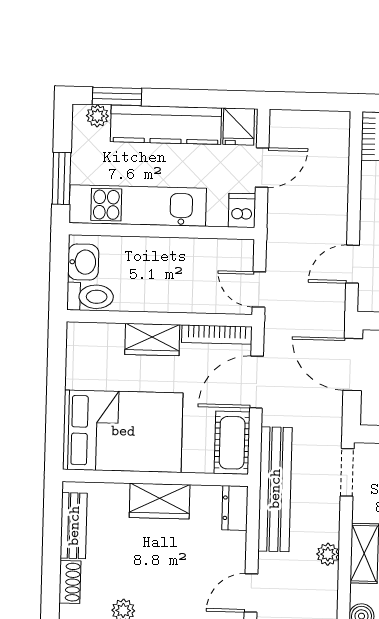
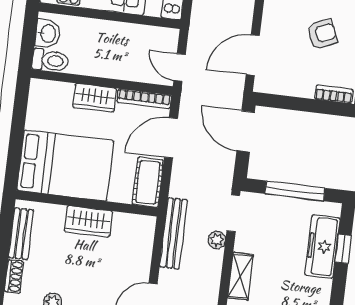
door: (353, 264) -> (253, 55), width x1.37
bench: (275, 489) -> (174, 233), width x0.73, depth x0.82
dresser: (235, 508) -> (145, 232), removed
plant: (328, 554) -> (217, 240), moved

